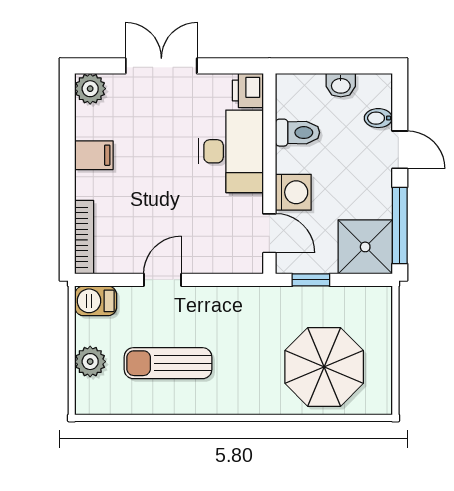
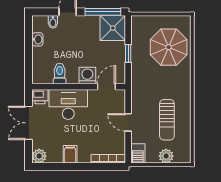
printer: (248, 90) -> (40, 97), moved
toilet: (298, 133) -> (60, 73), moved
desk: (231, 151) -> (68, 104), moved
wall: (269, 174) -> (79, 87), moved
washing machine: (293, 192) -> (87, 75), moved
door: (269, 233) -> (106, 87), moved

